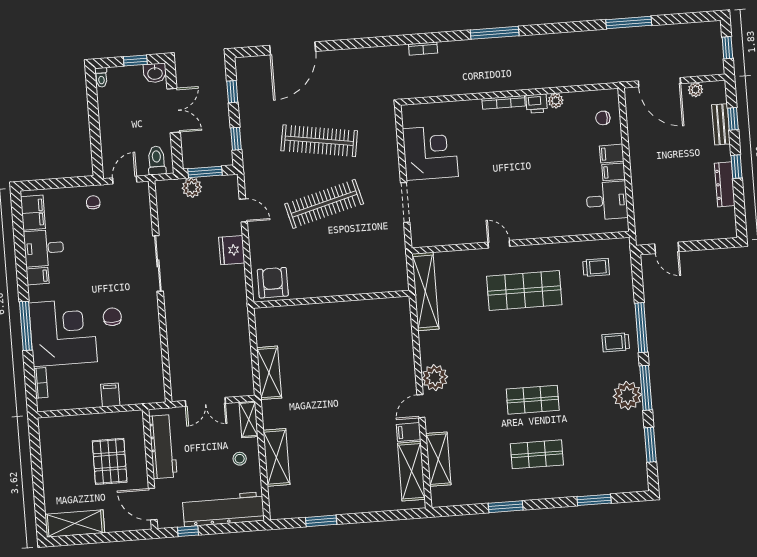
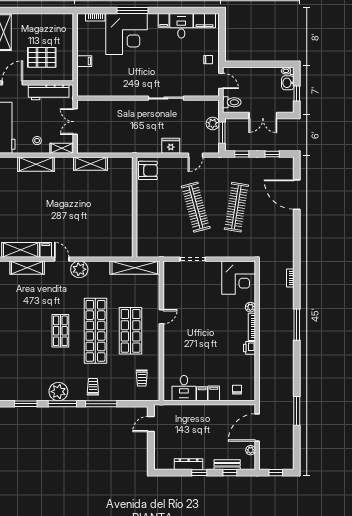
washbasin: (155, 73) -> (288, 83), moved
plant: (556, 101) -> (250, 307), moved
corner desk: (430, 153) -> (239, 278), moved
chair: (112, 317) -> (134, 66), removed
shop shelf: (537, 454) -> (95, 331), moved, width x2.00, depth x1.36

